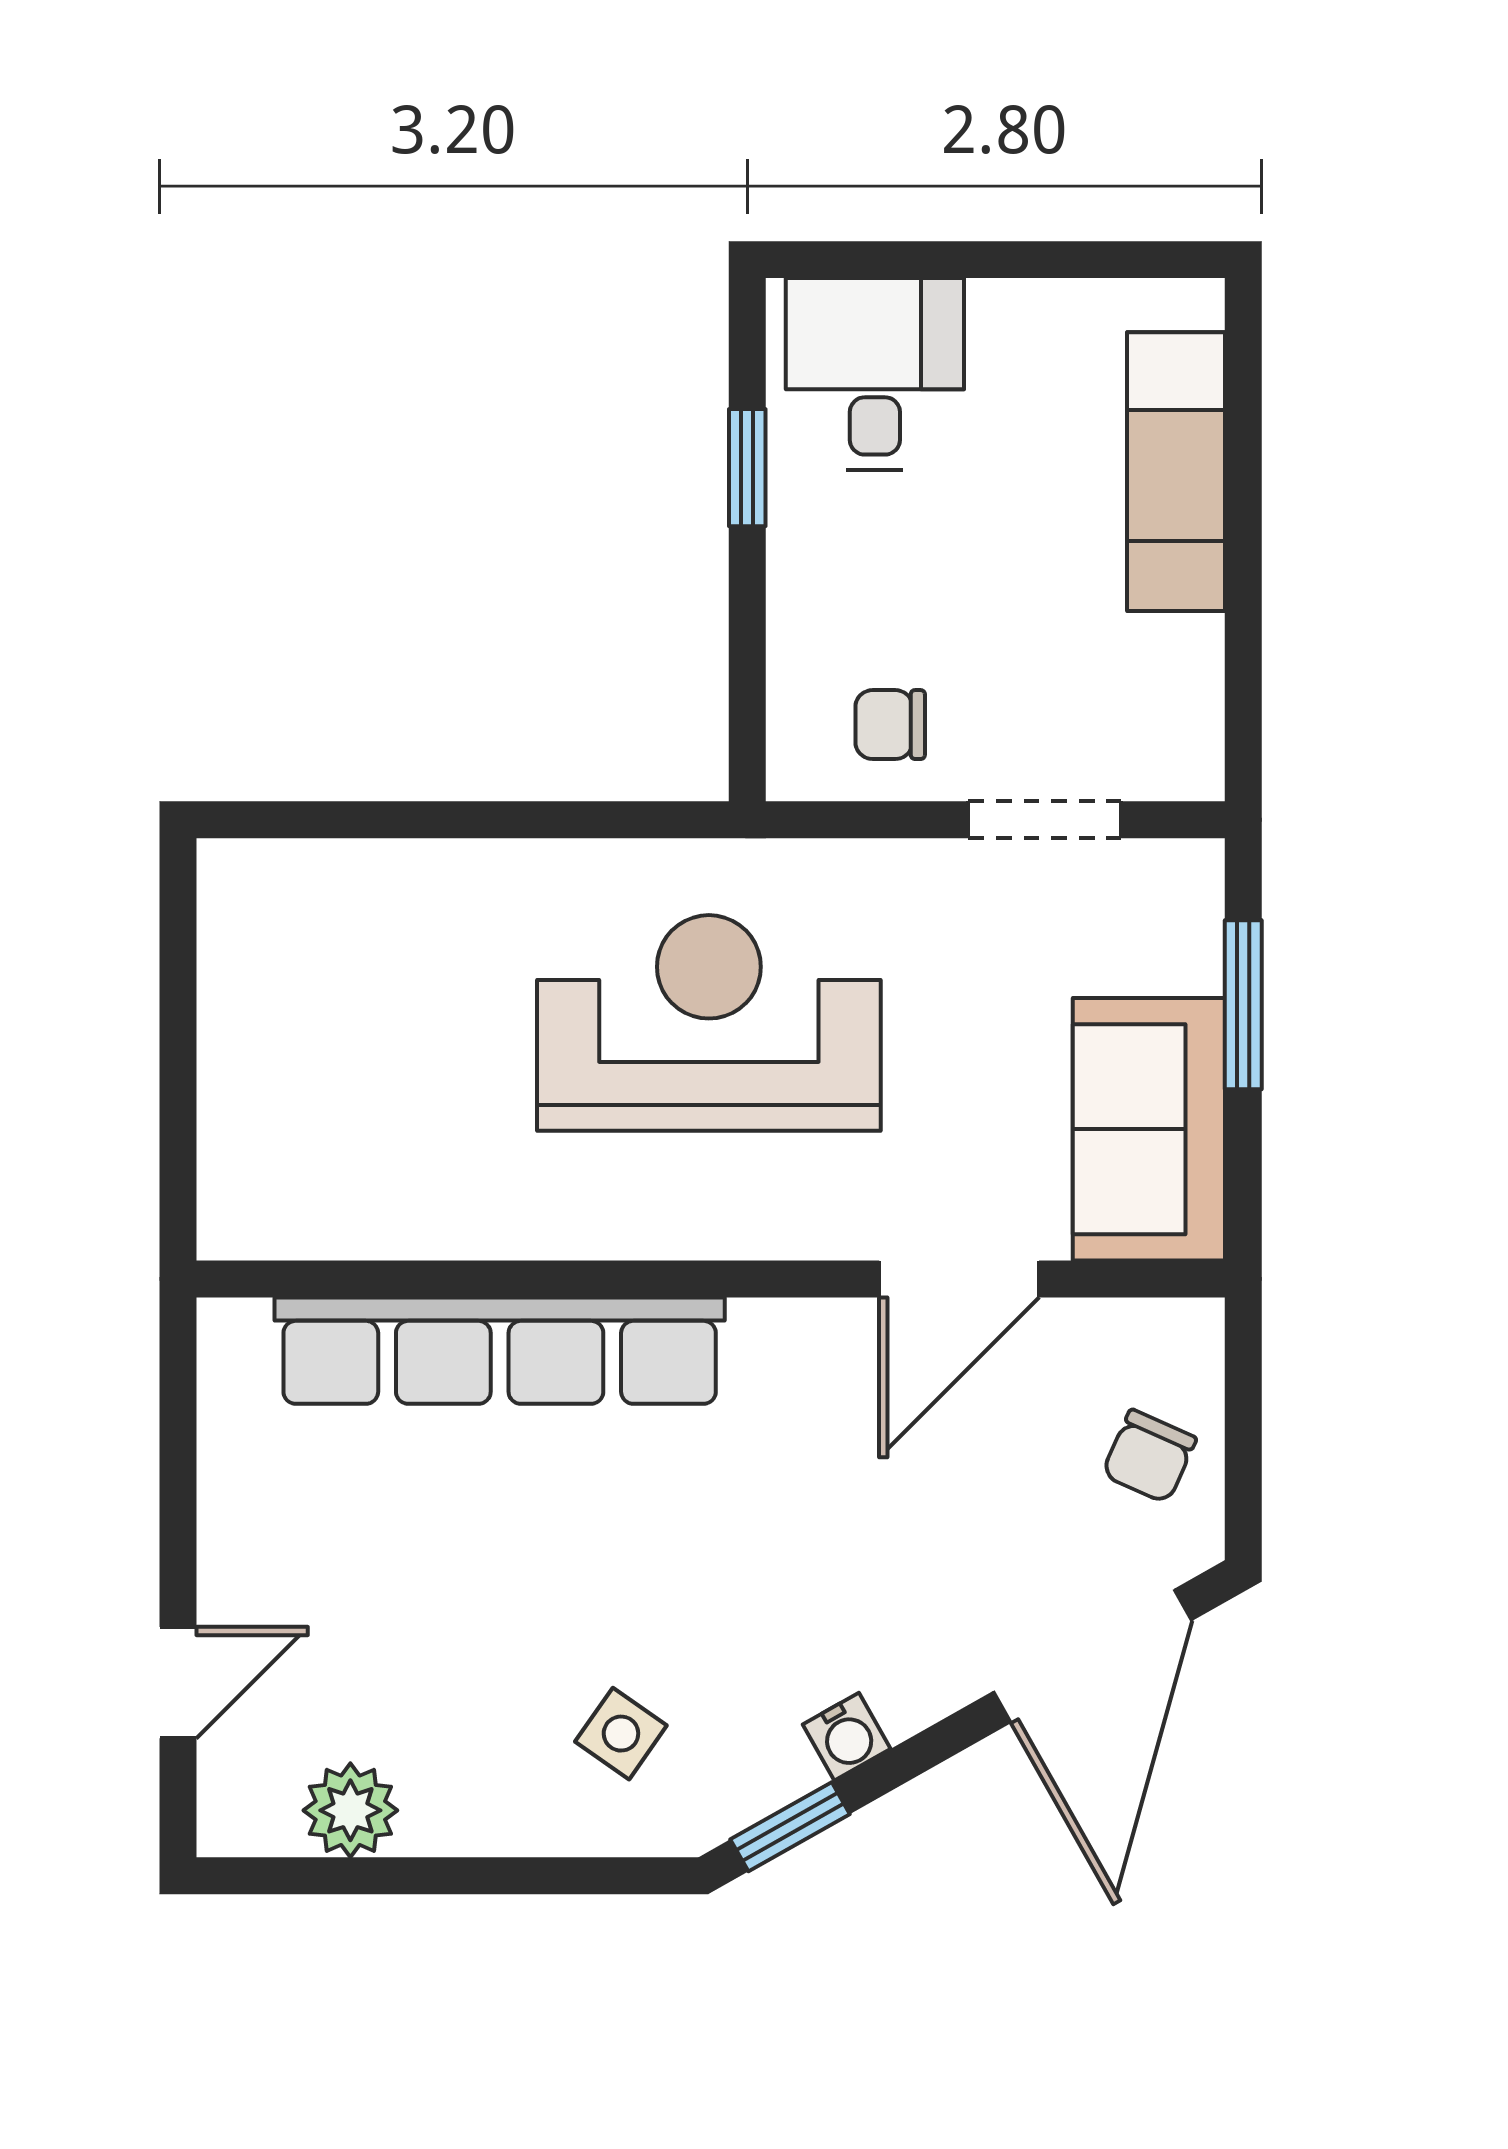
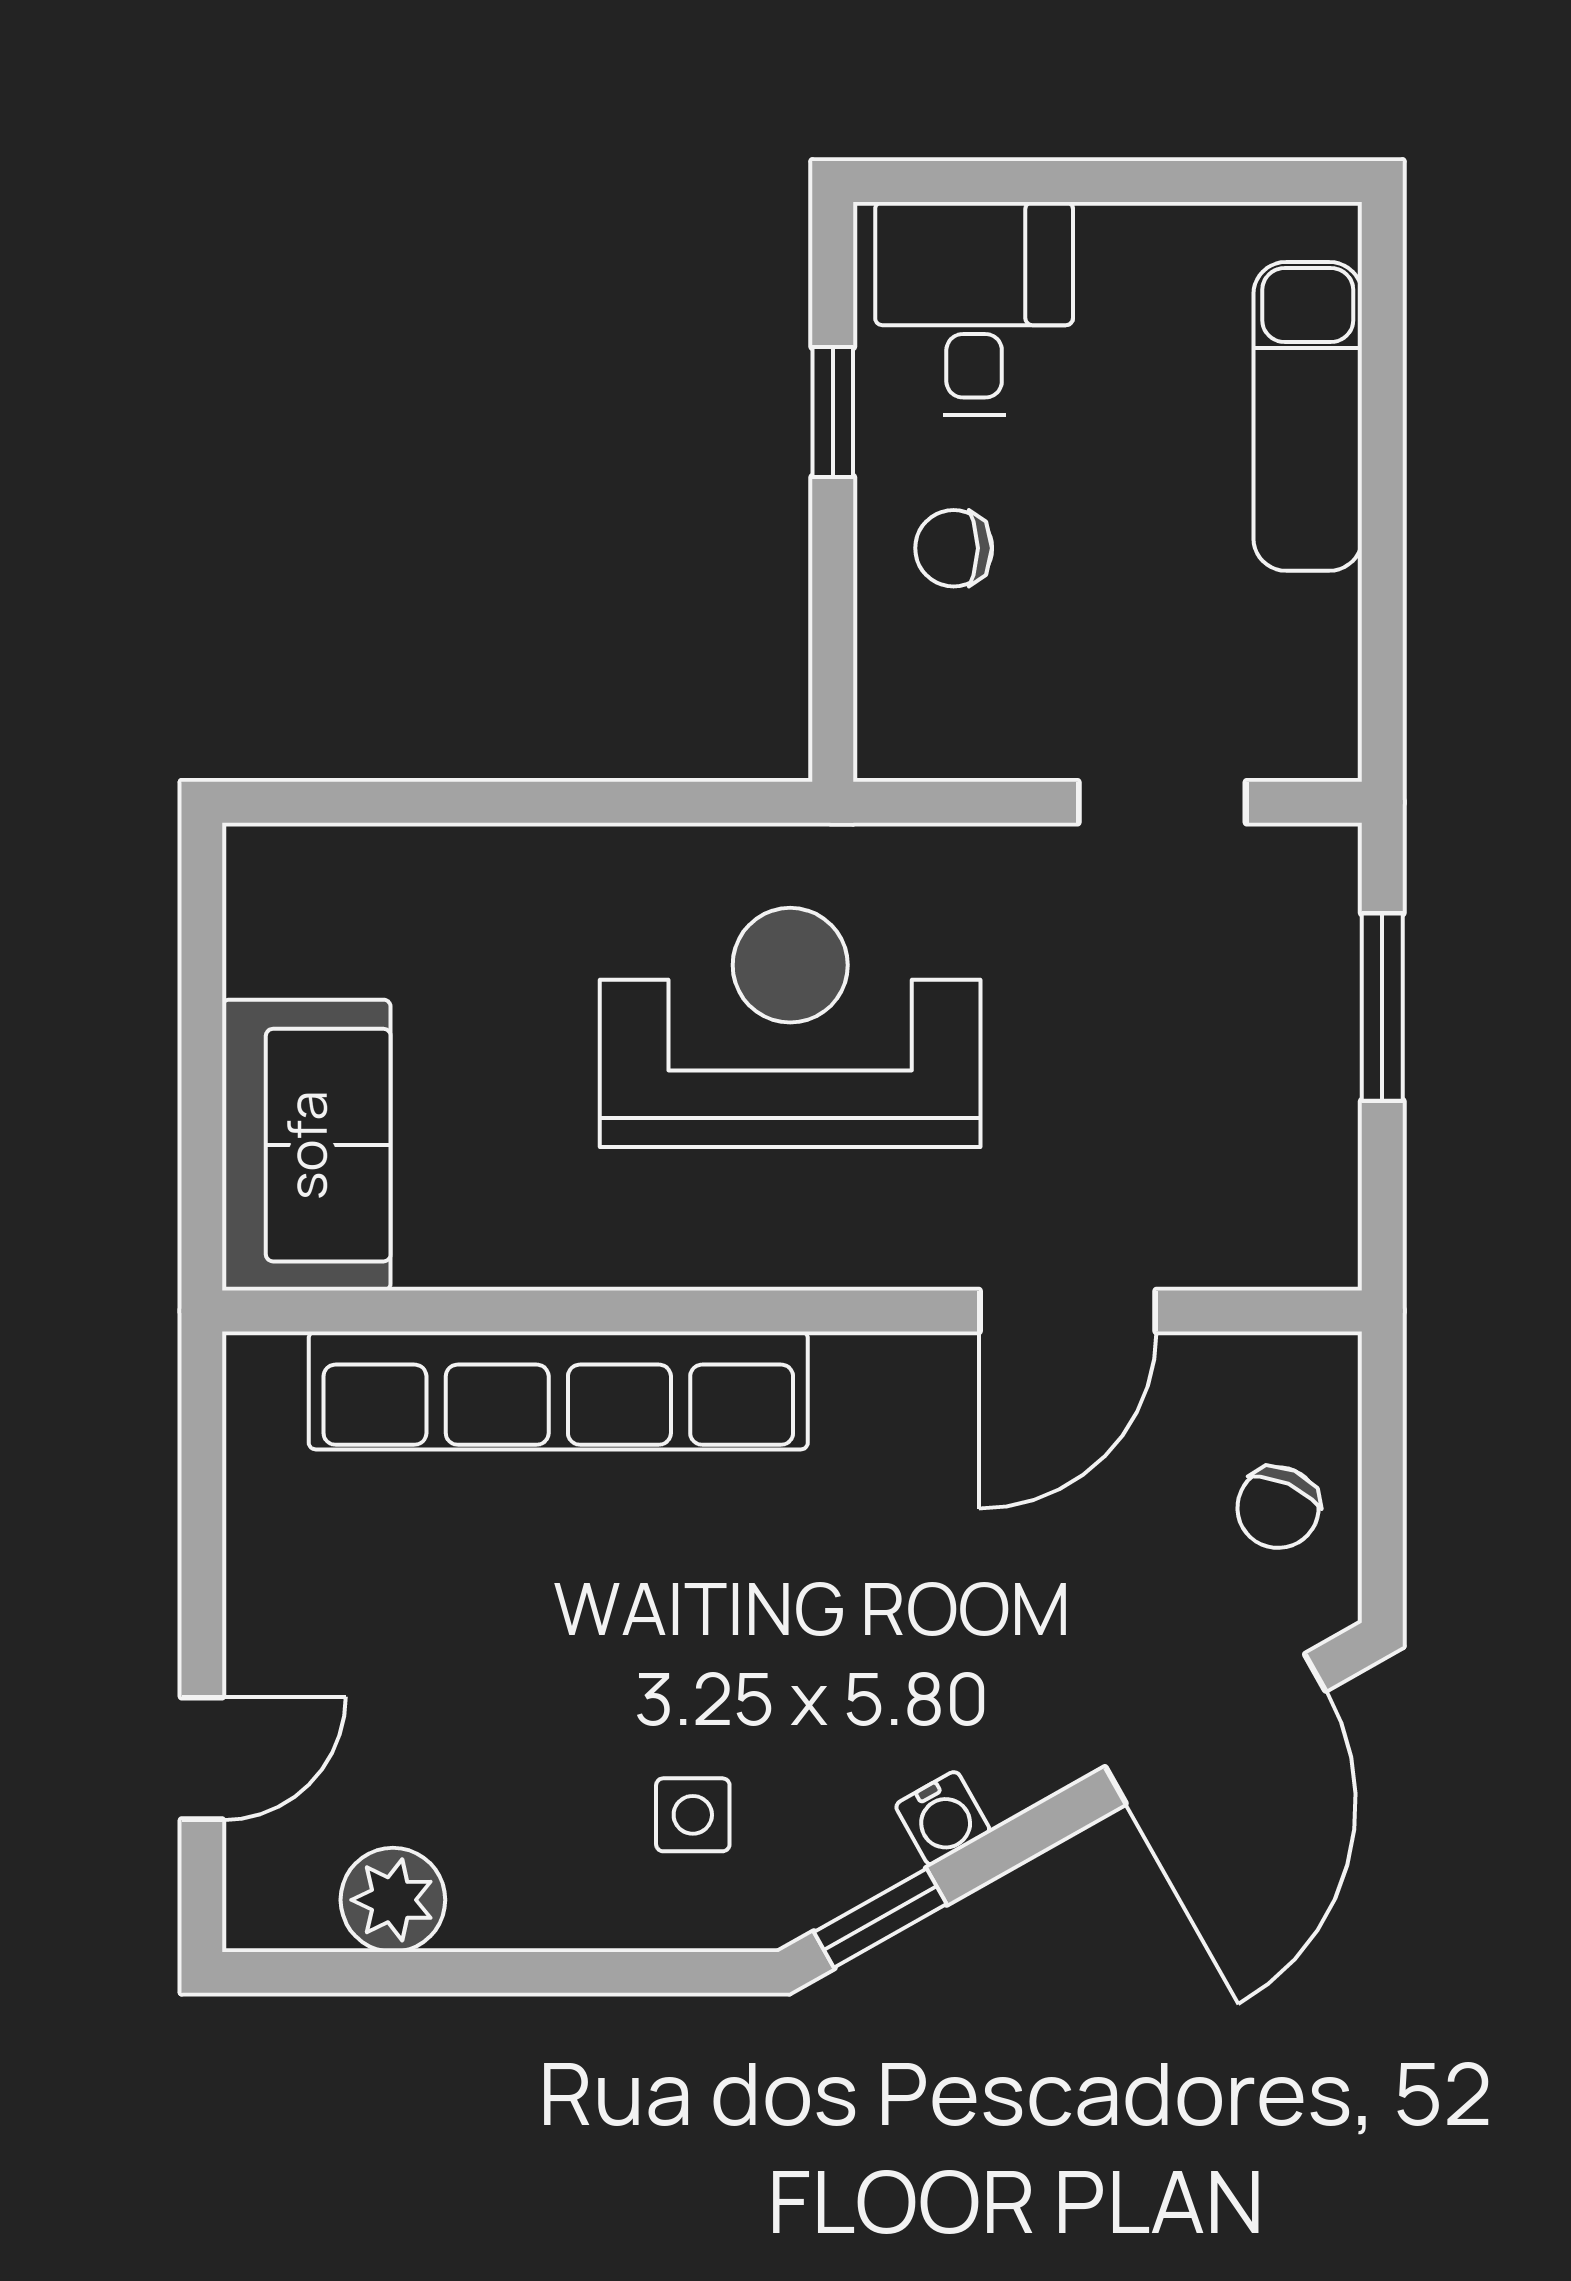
chair: (890, 725) -> (954, 548), moved
sofa: (1149, 1129) -> (306, 1145), moved, turned 180
side table: (621, 1734) -> (693, 1815), turned -35

